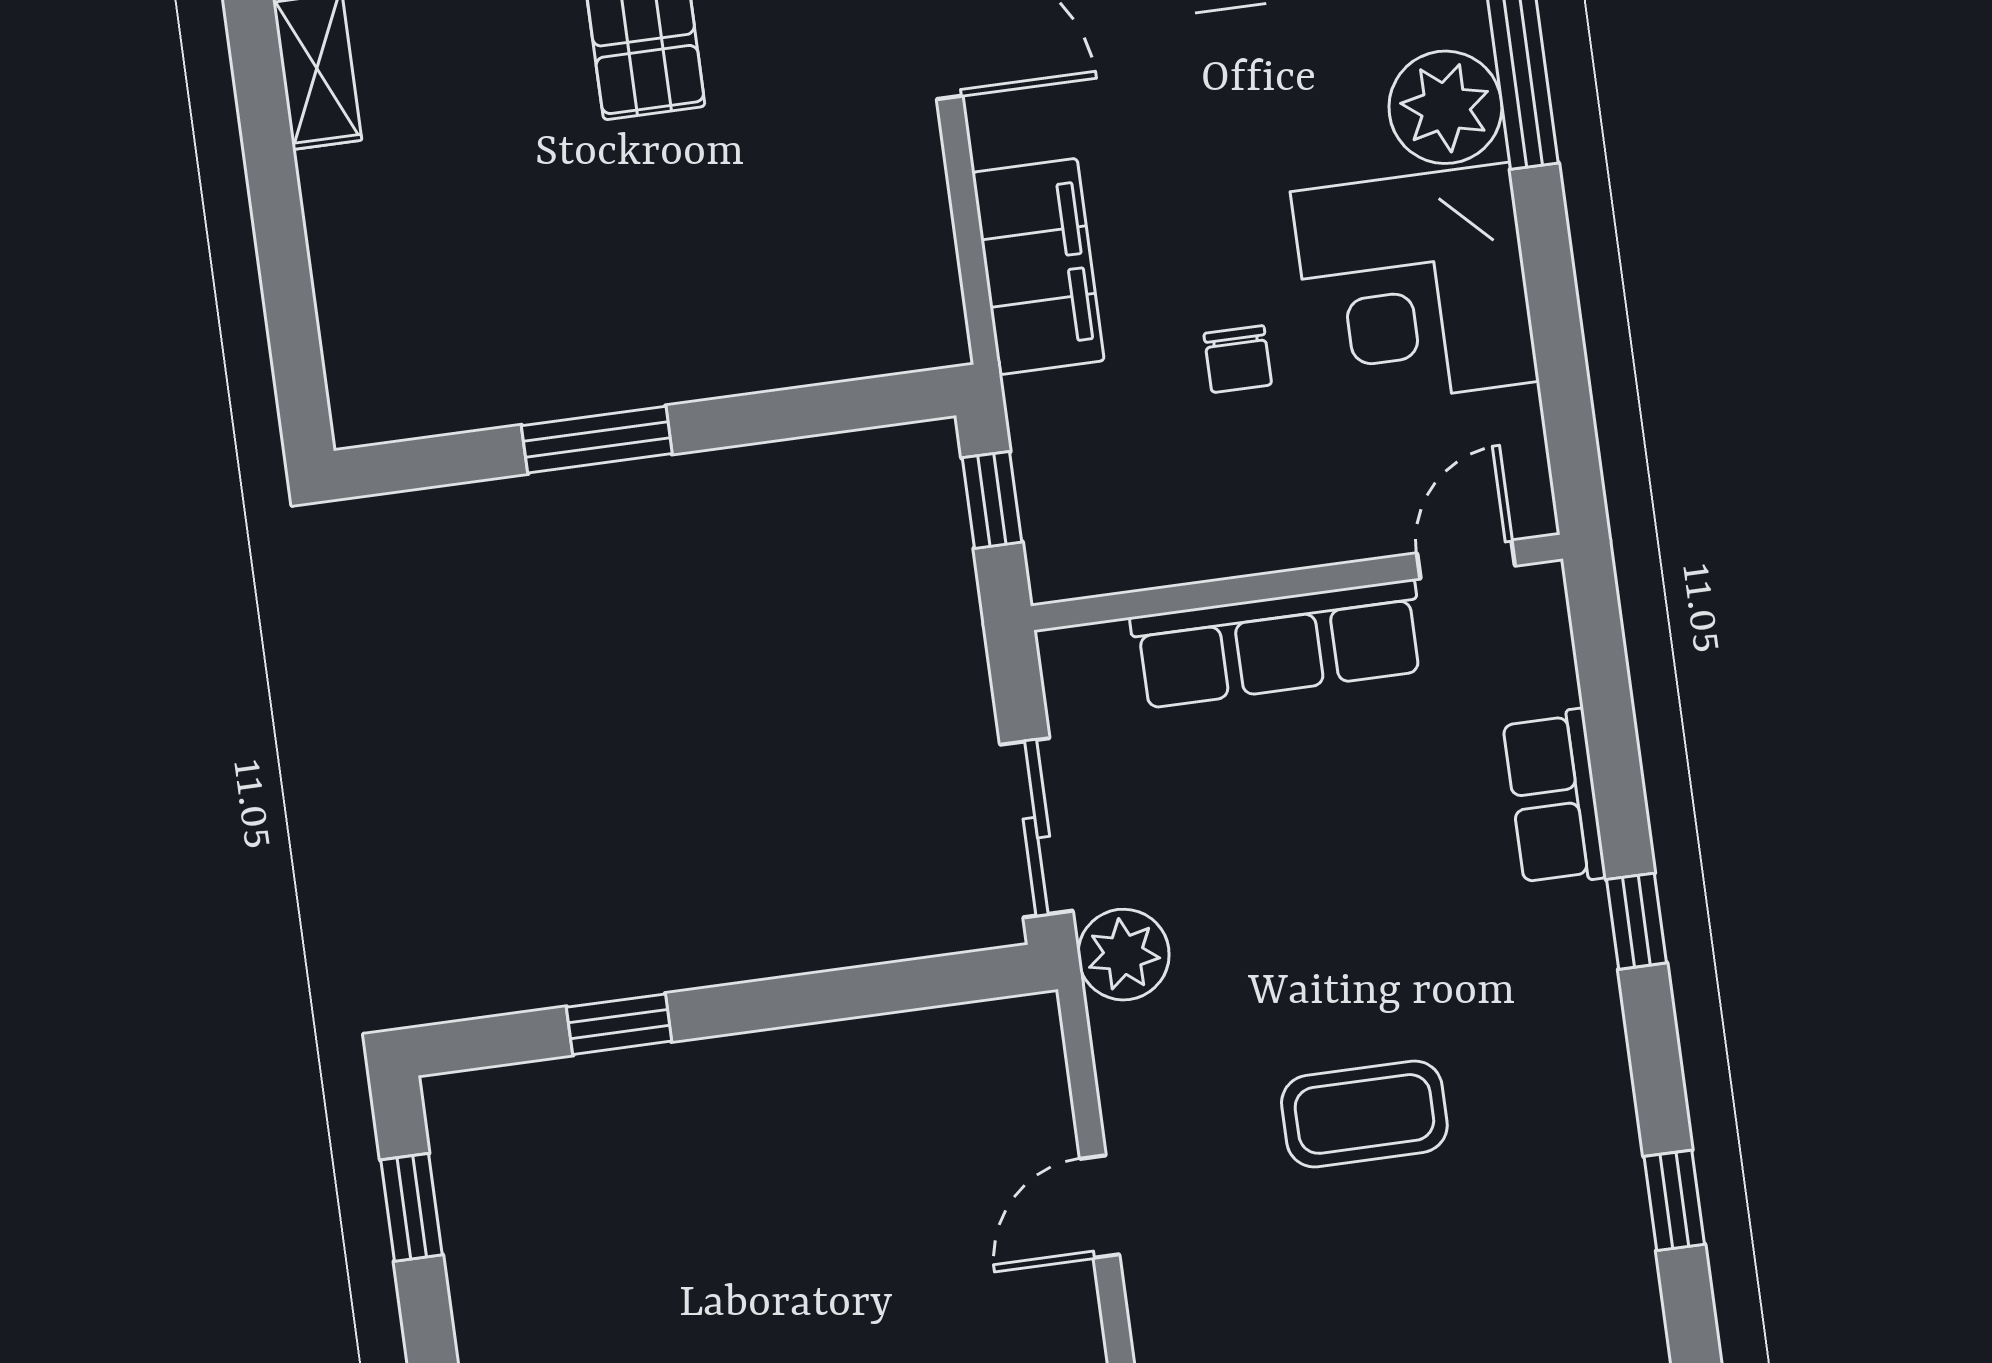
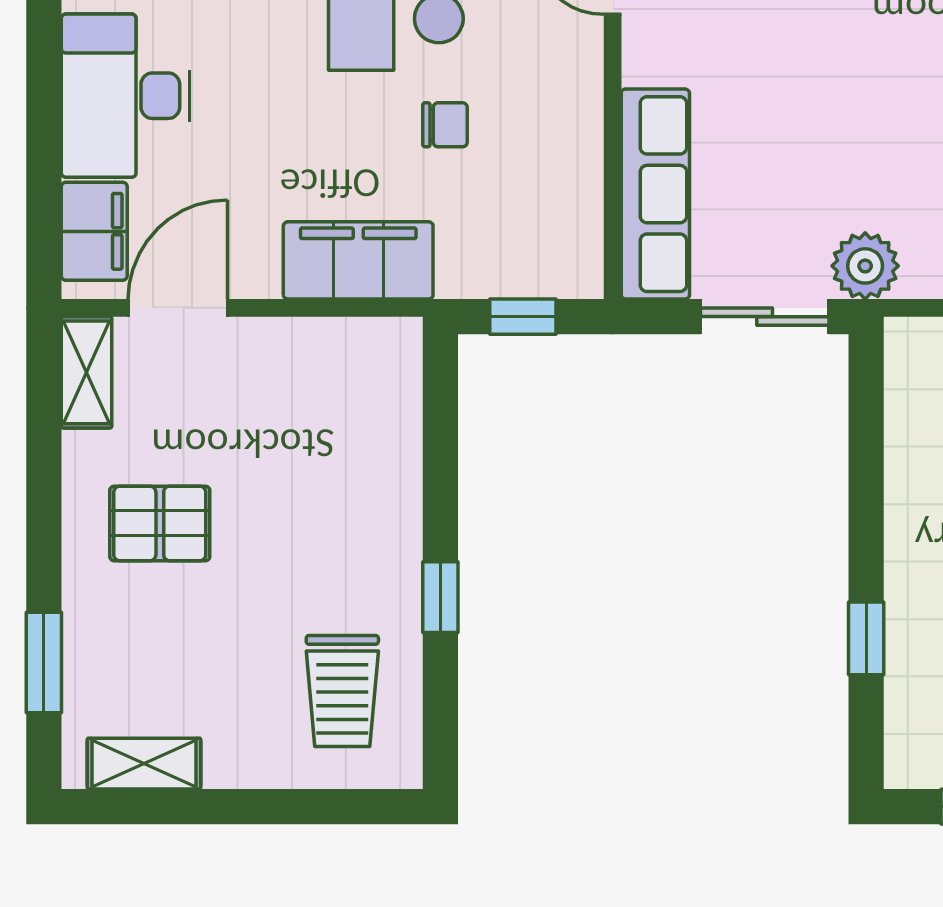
trolley: (452, 324) -> (342, 691), added
window: (597, 440) -> (440, 597), width x0.67
row of seats: (1278, 644) -> (655, 194), moved

